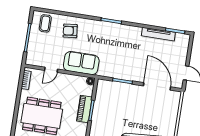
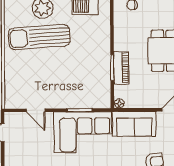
corner sofa: (123, 63) -> (83, 132), added
door: (157, 86) -> (36, 110), width x0.53

